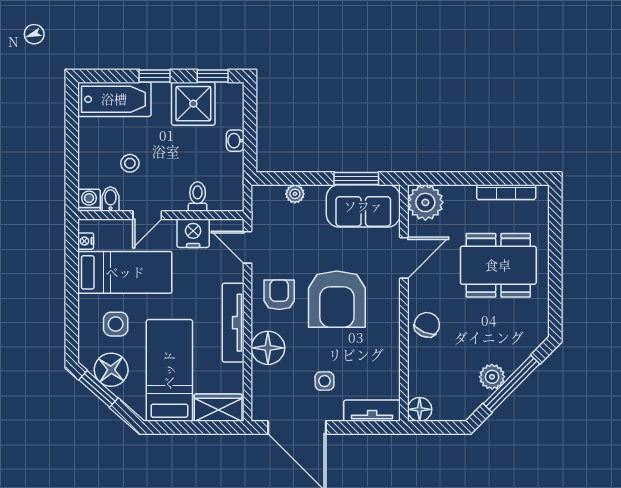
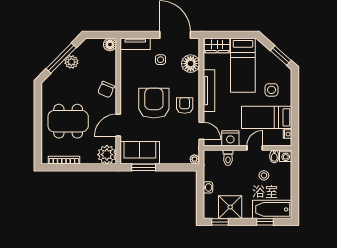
window: (155, 76) -> (265, 222), moved
plant: (295, 194) -> (195, 159), moved
armchair: (279, 295) -> (185, 105), turned 180
floor lamp: (268, 348) -> (191, 64), moved
floor lamp: (111, 370) -> (274, 66), removed

